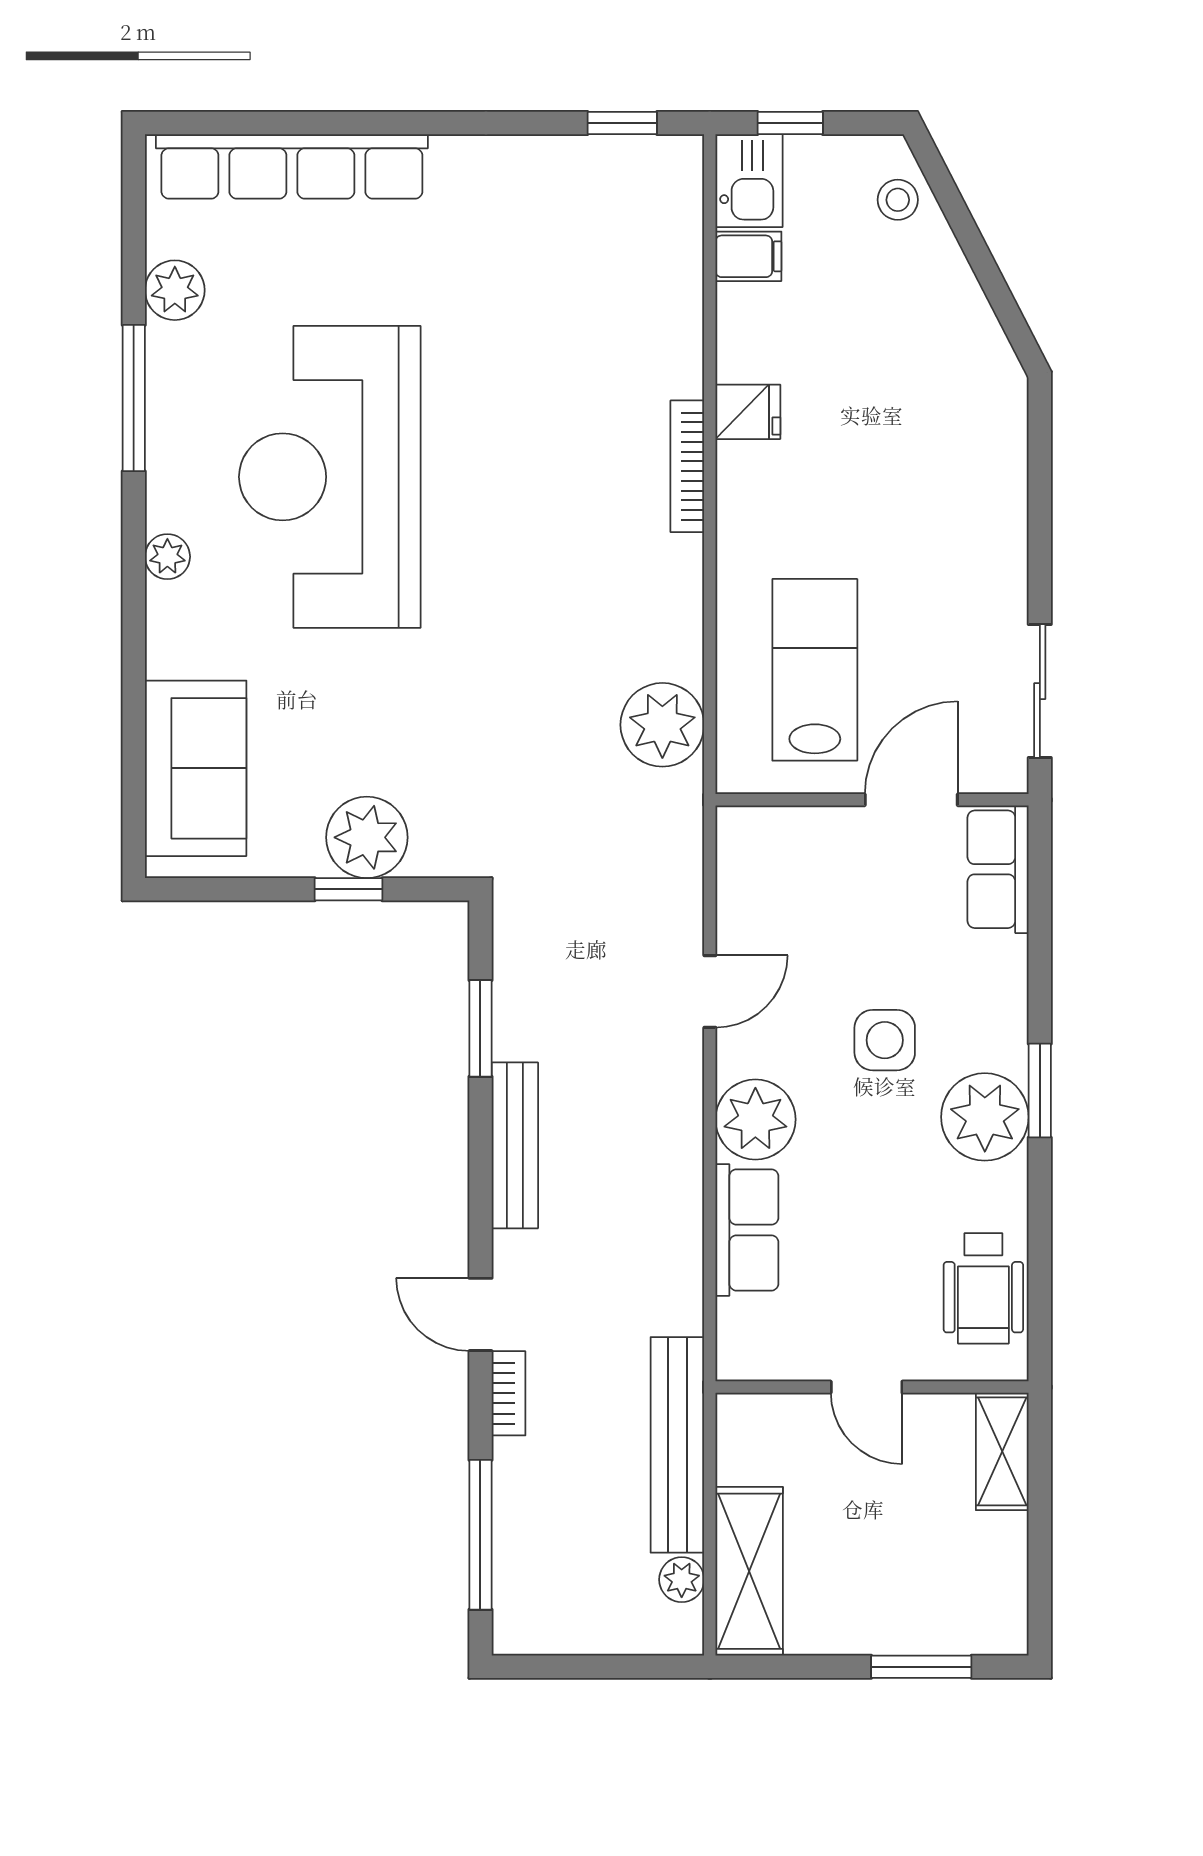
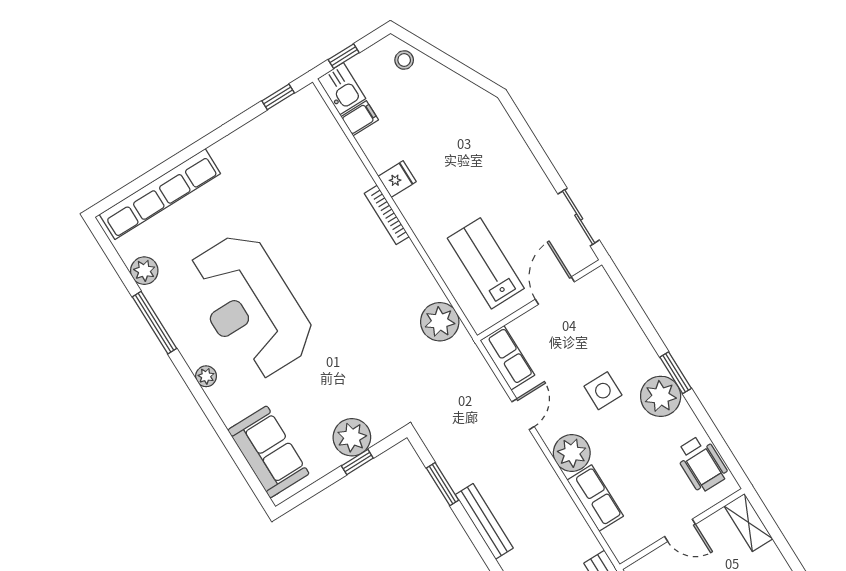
row of seats: (998, 869) -> (507, 358), moved, turned 180

